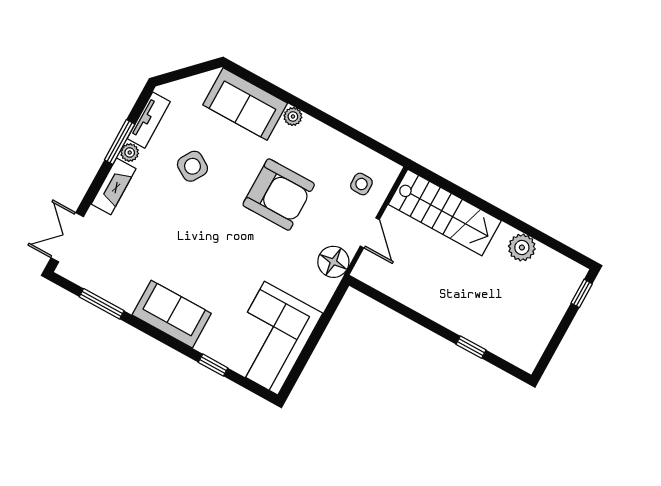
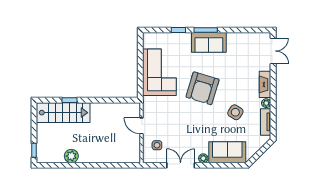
double door: (339, 126) -> (181, 165), added
window: (120, 142) -> (273, 105), removed
armchair: (279, 195) -> (202, 88), moved, turned -73
stairs: (445, 213) -> (63, 113), moved, turned 180
floor lamp: (333, 262) -> (151, 104), removed
window: (102, 304) -> (206, 30), moved
corner sofa: (271, 338) -> (159, 72), moved

